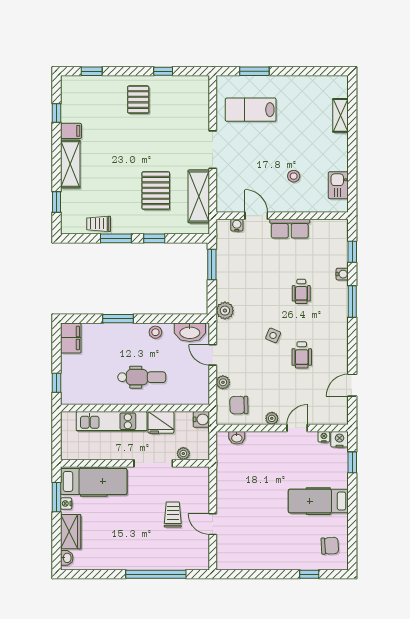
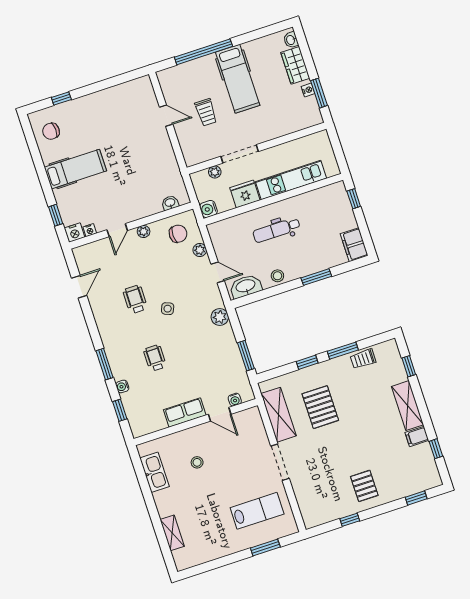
kitchen sink: (338, 185) -> (155, 472), width x1.38
trolley: (99, 224) -> (363, 359), turned 180
hospital bed: (94, 481) -> (238, 79), moved, turned -90

